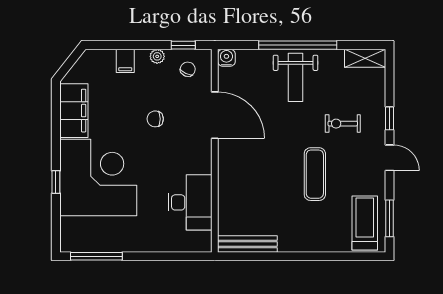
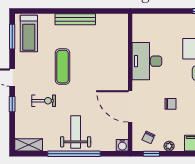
desk: (190, 202) -> (147, 61), moved
bench: (247, 244) -> (75, 19), moved

